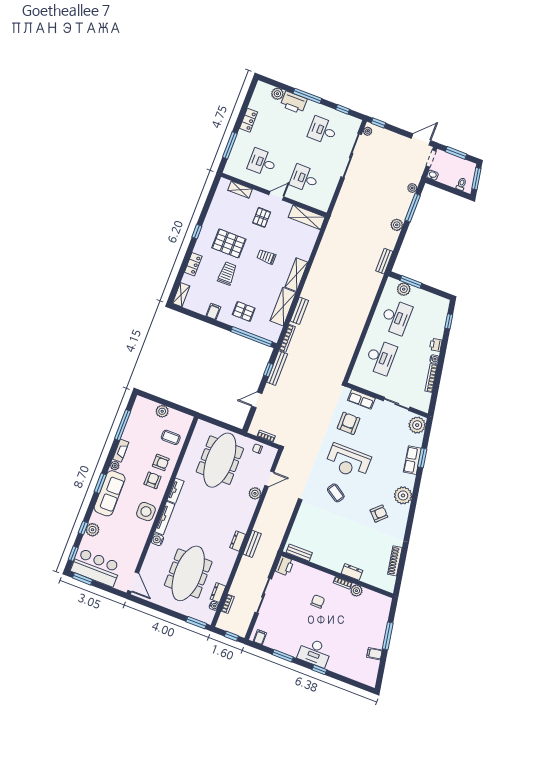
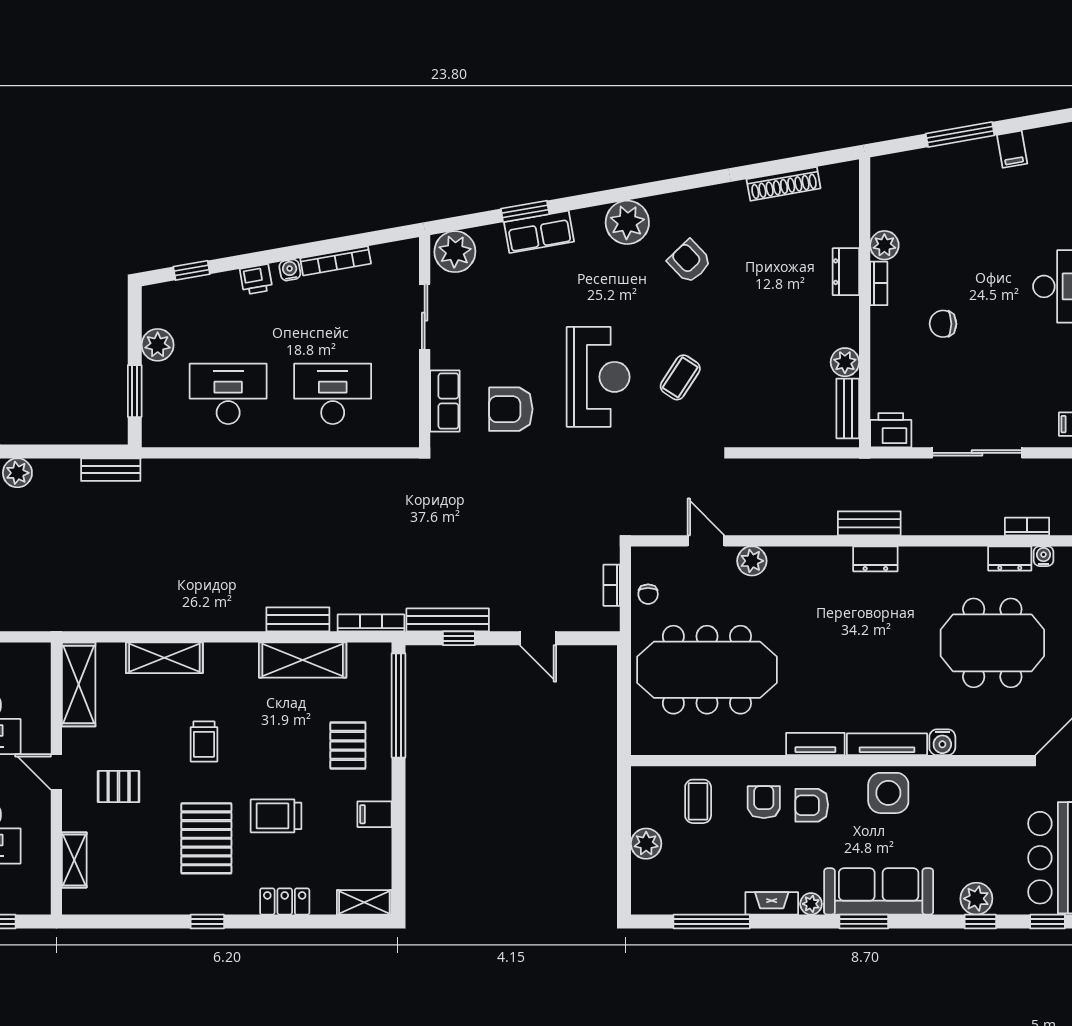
shelving: (296, 275) -> (164, 658), moved
plant: (404, 289) -> (158, 345), moved
plant: (317, 558) -> (845, 362), added
meeting table: (188, 573) -> (992, 643), width x0.73

